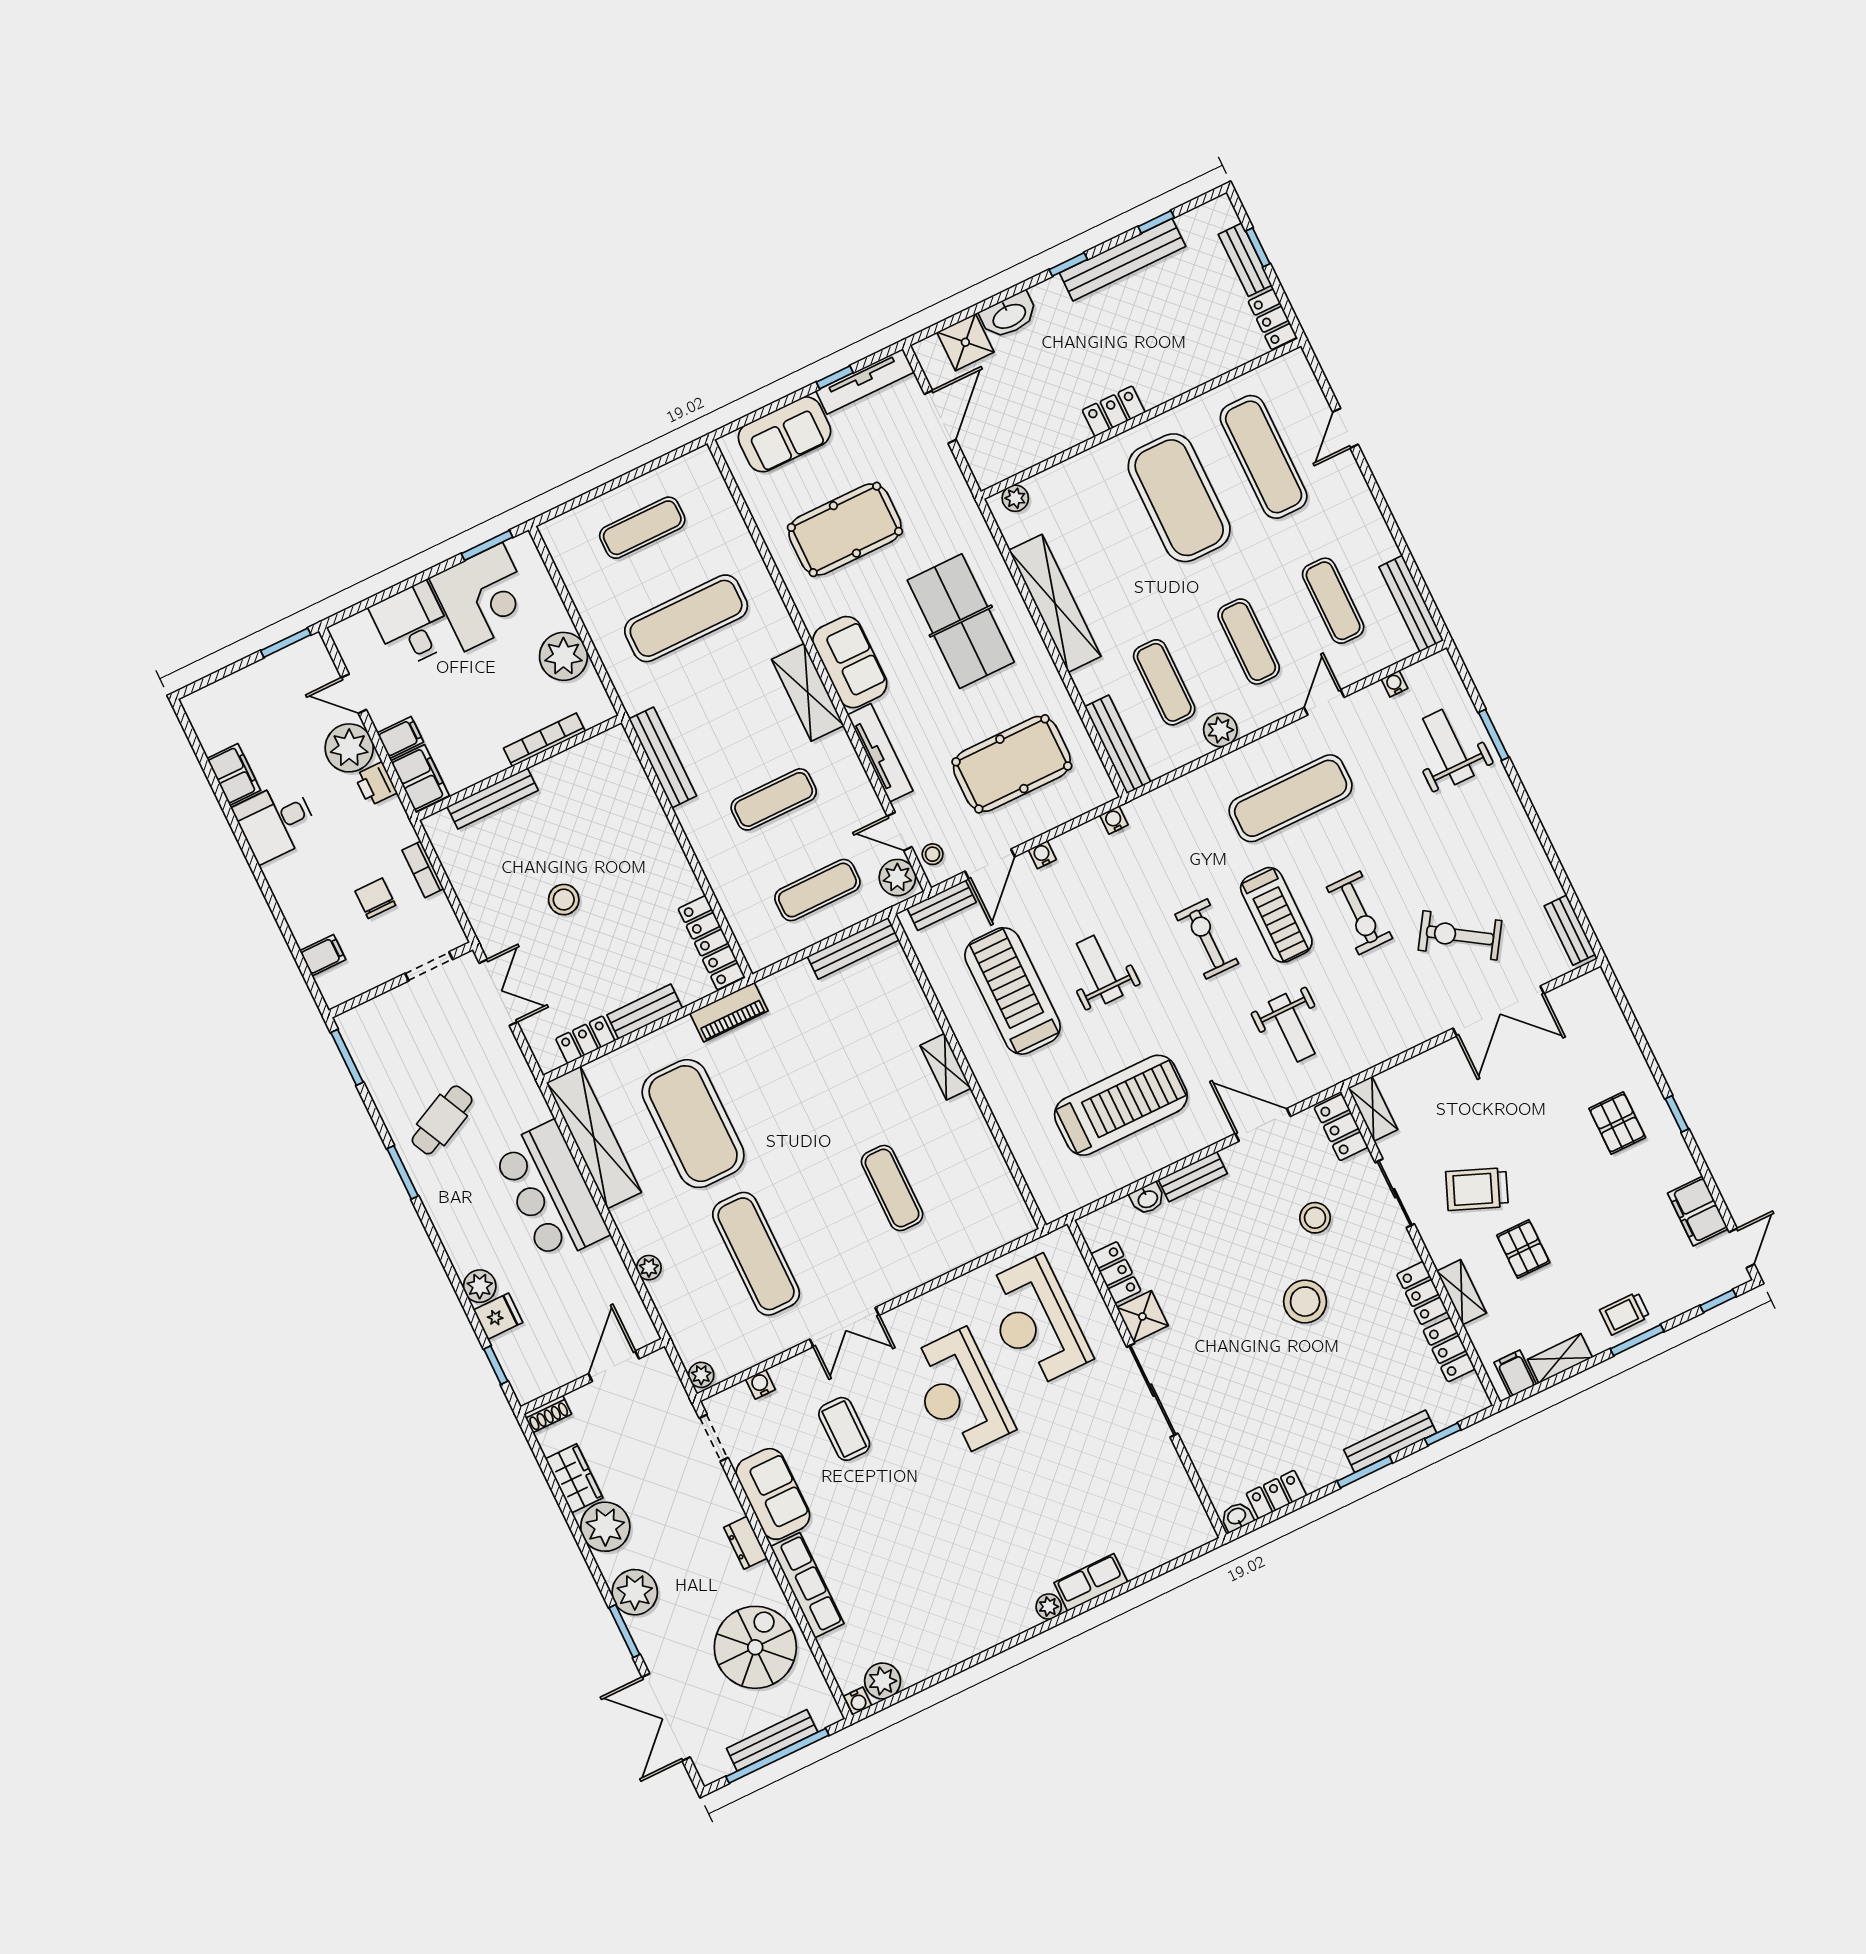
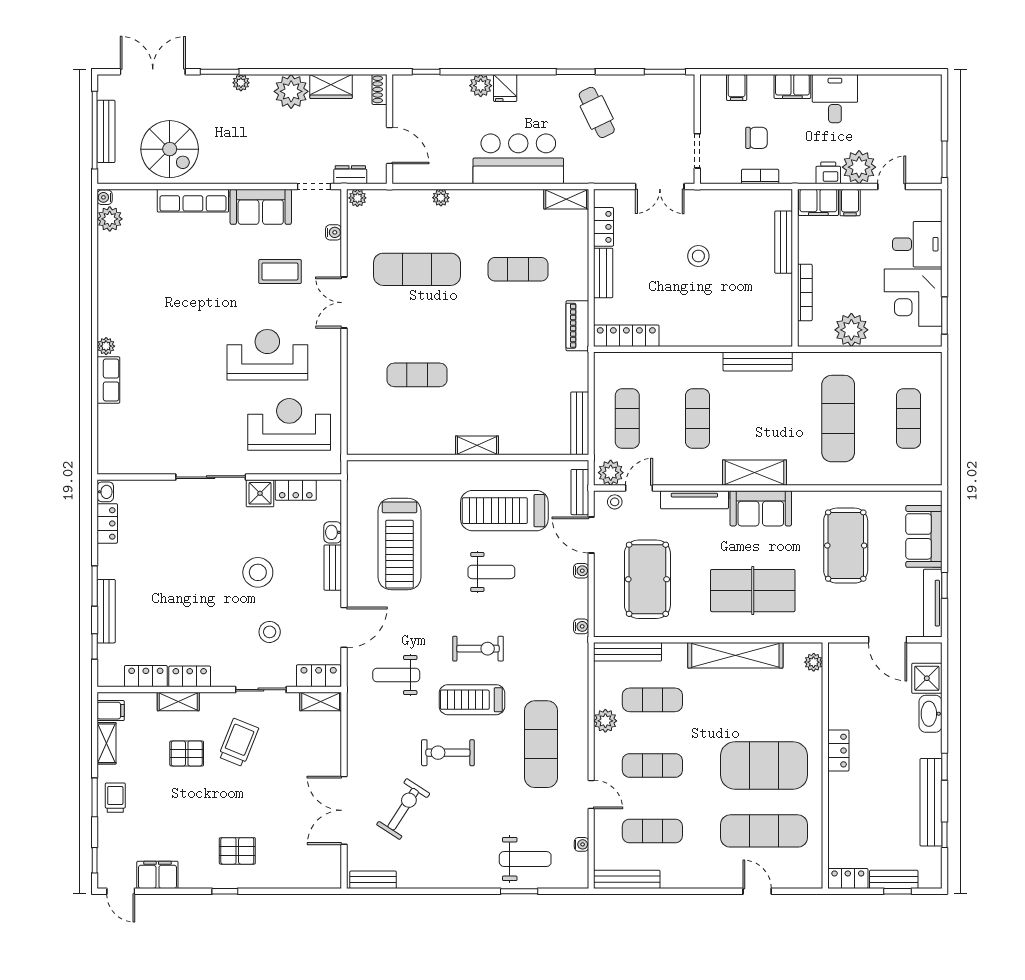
filing cabinet: (234, 774) -> (792, 86), moved
treadmill: (1013, 991) -> (504, 511), turned 180
exercise mat: (693, 1124) -> (518, 269), width x0.50, depth x0.69
shelving: (594, 1138) -> (566, 199), width x0.45, depth x0.75
stool: (1305, 1302) -> (258, 572), moved
fridge: (498, 1316) -> (505, 88), moved
dresser: (746, 1543) -> (350, 175), moved
plant: (635, 1592) -> (241, 83), width x0.53, depth x0.53

